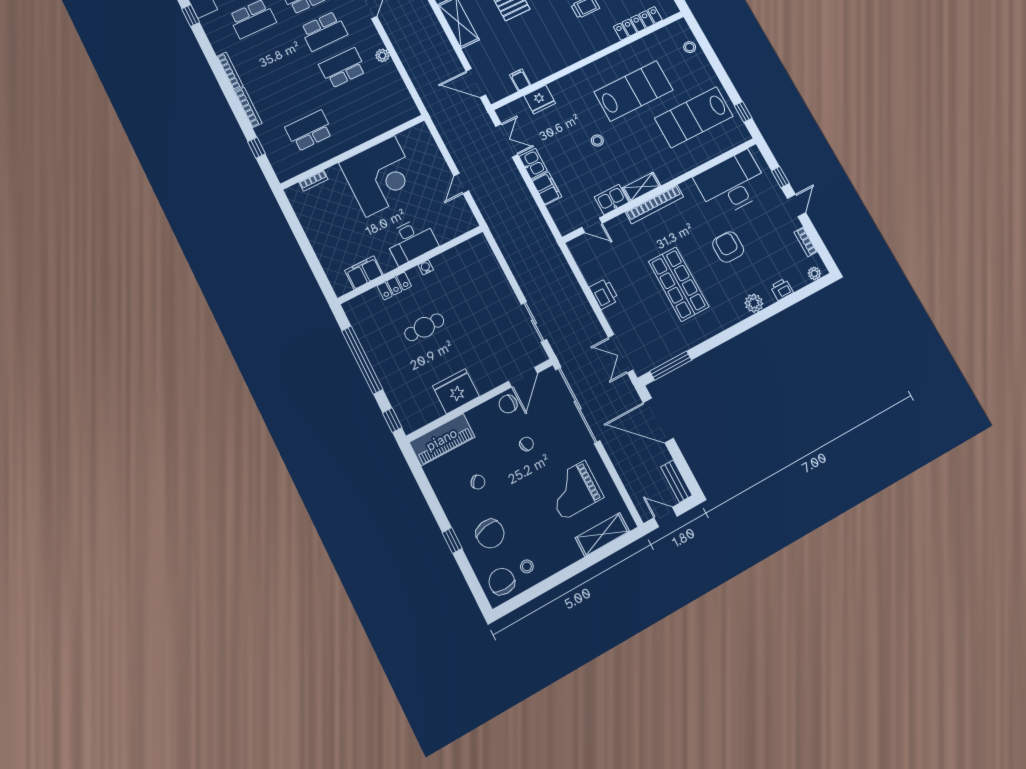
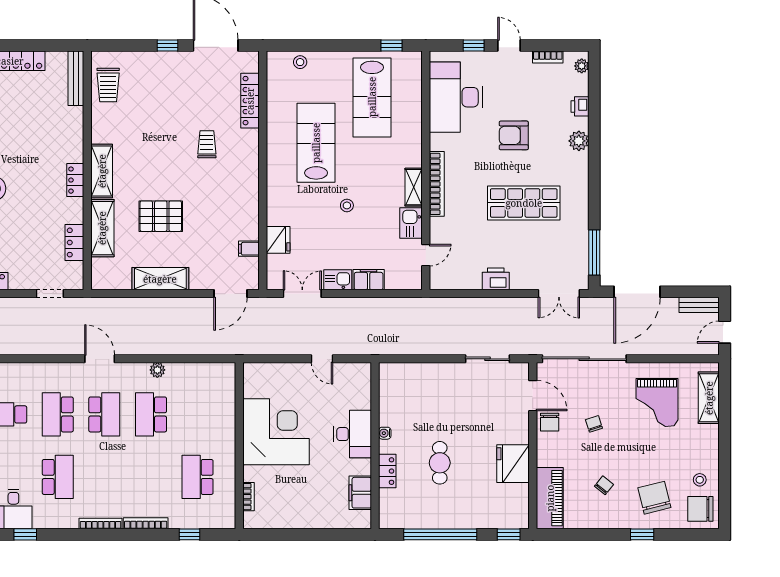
chair: (490, 534) -> (654, 498), turned -94

